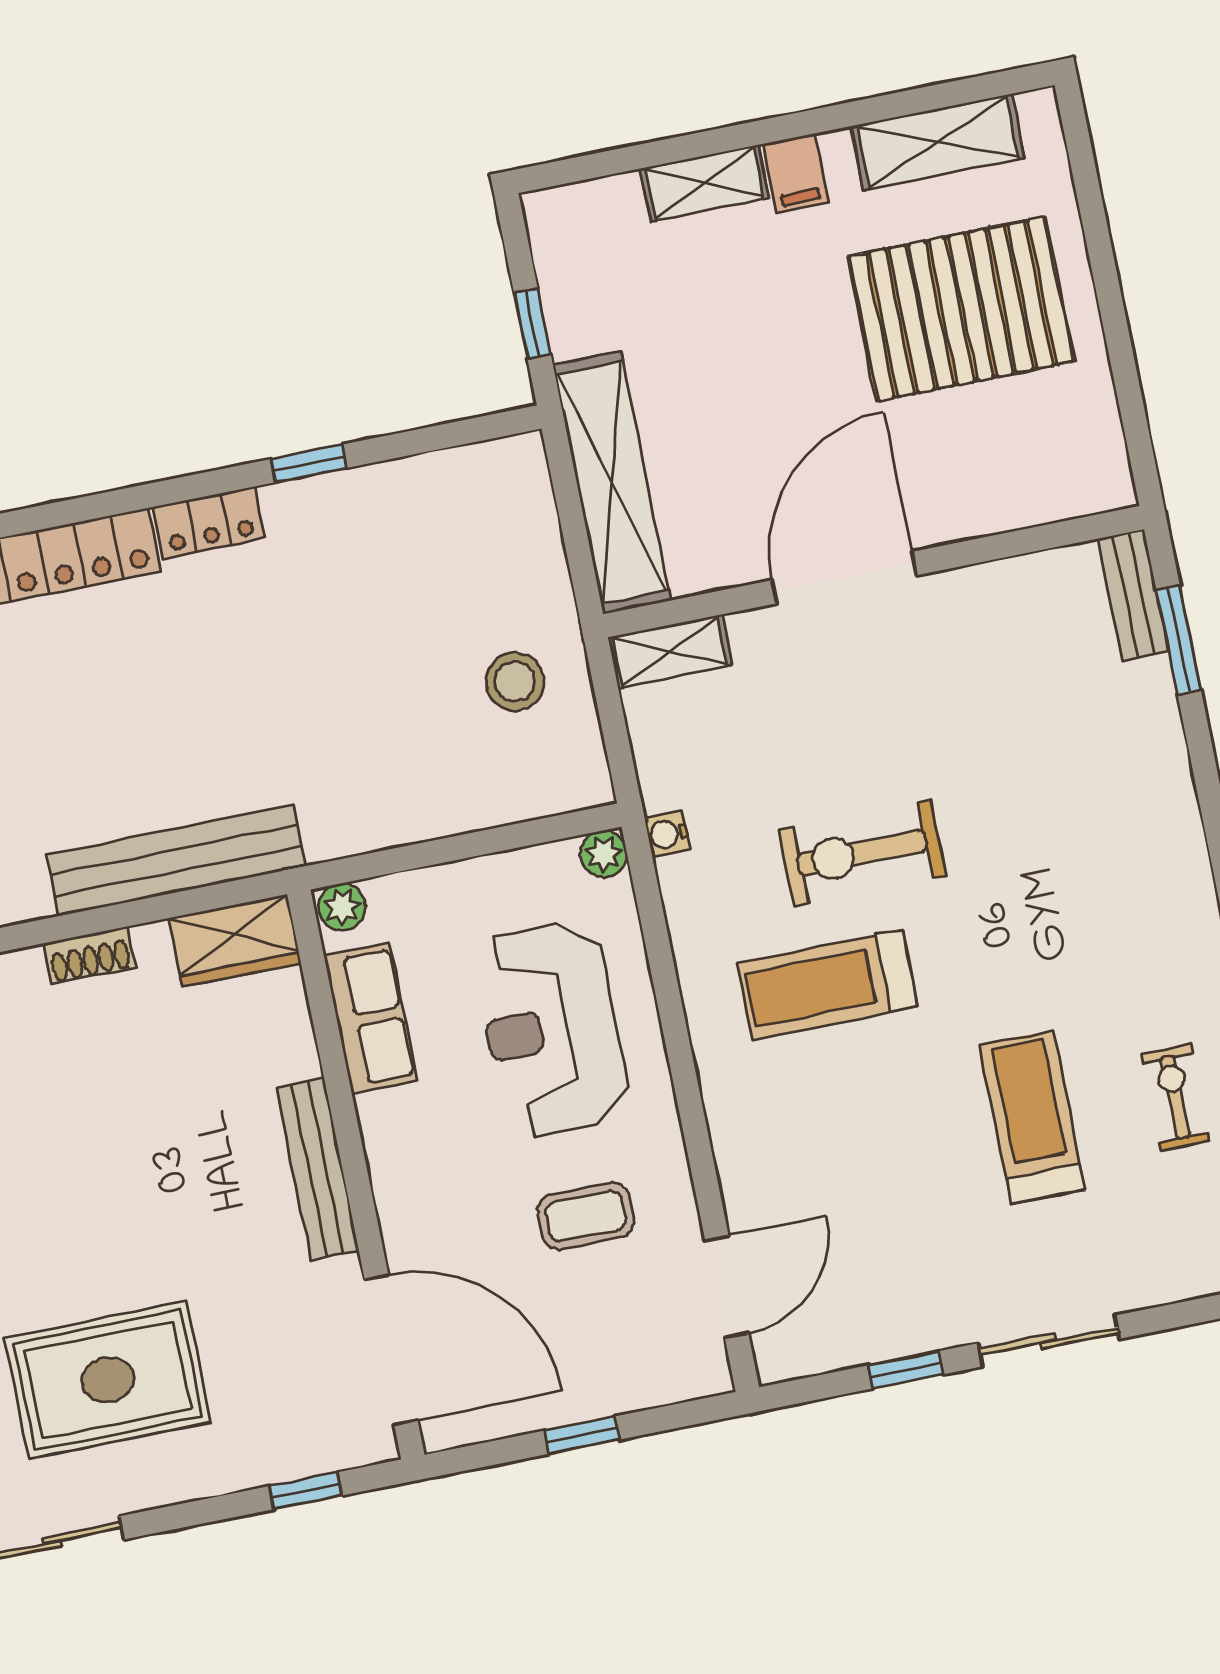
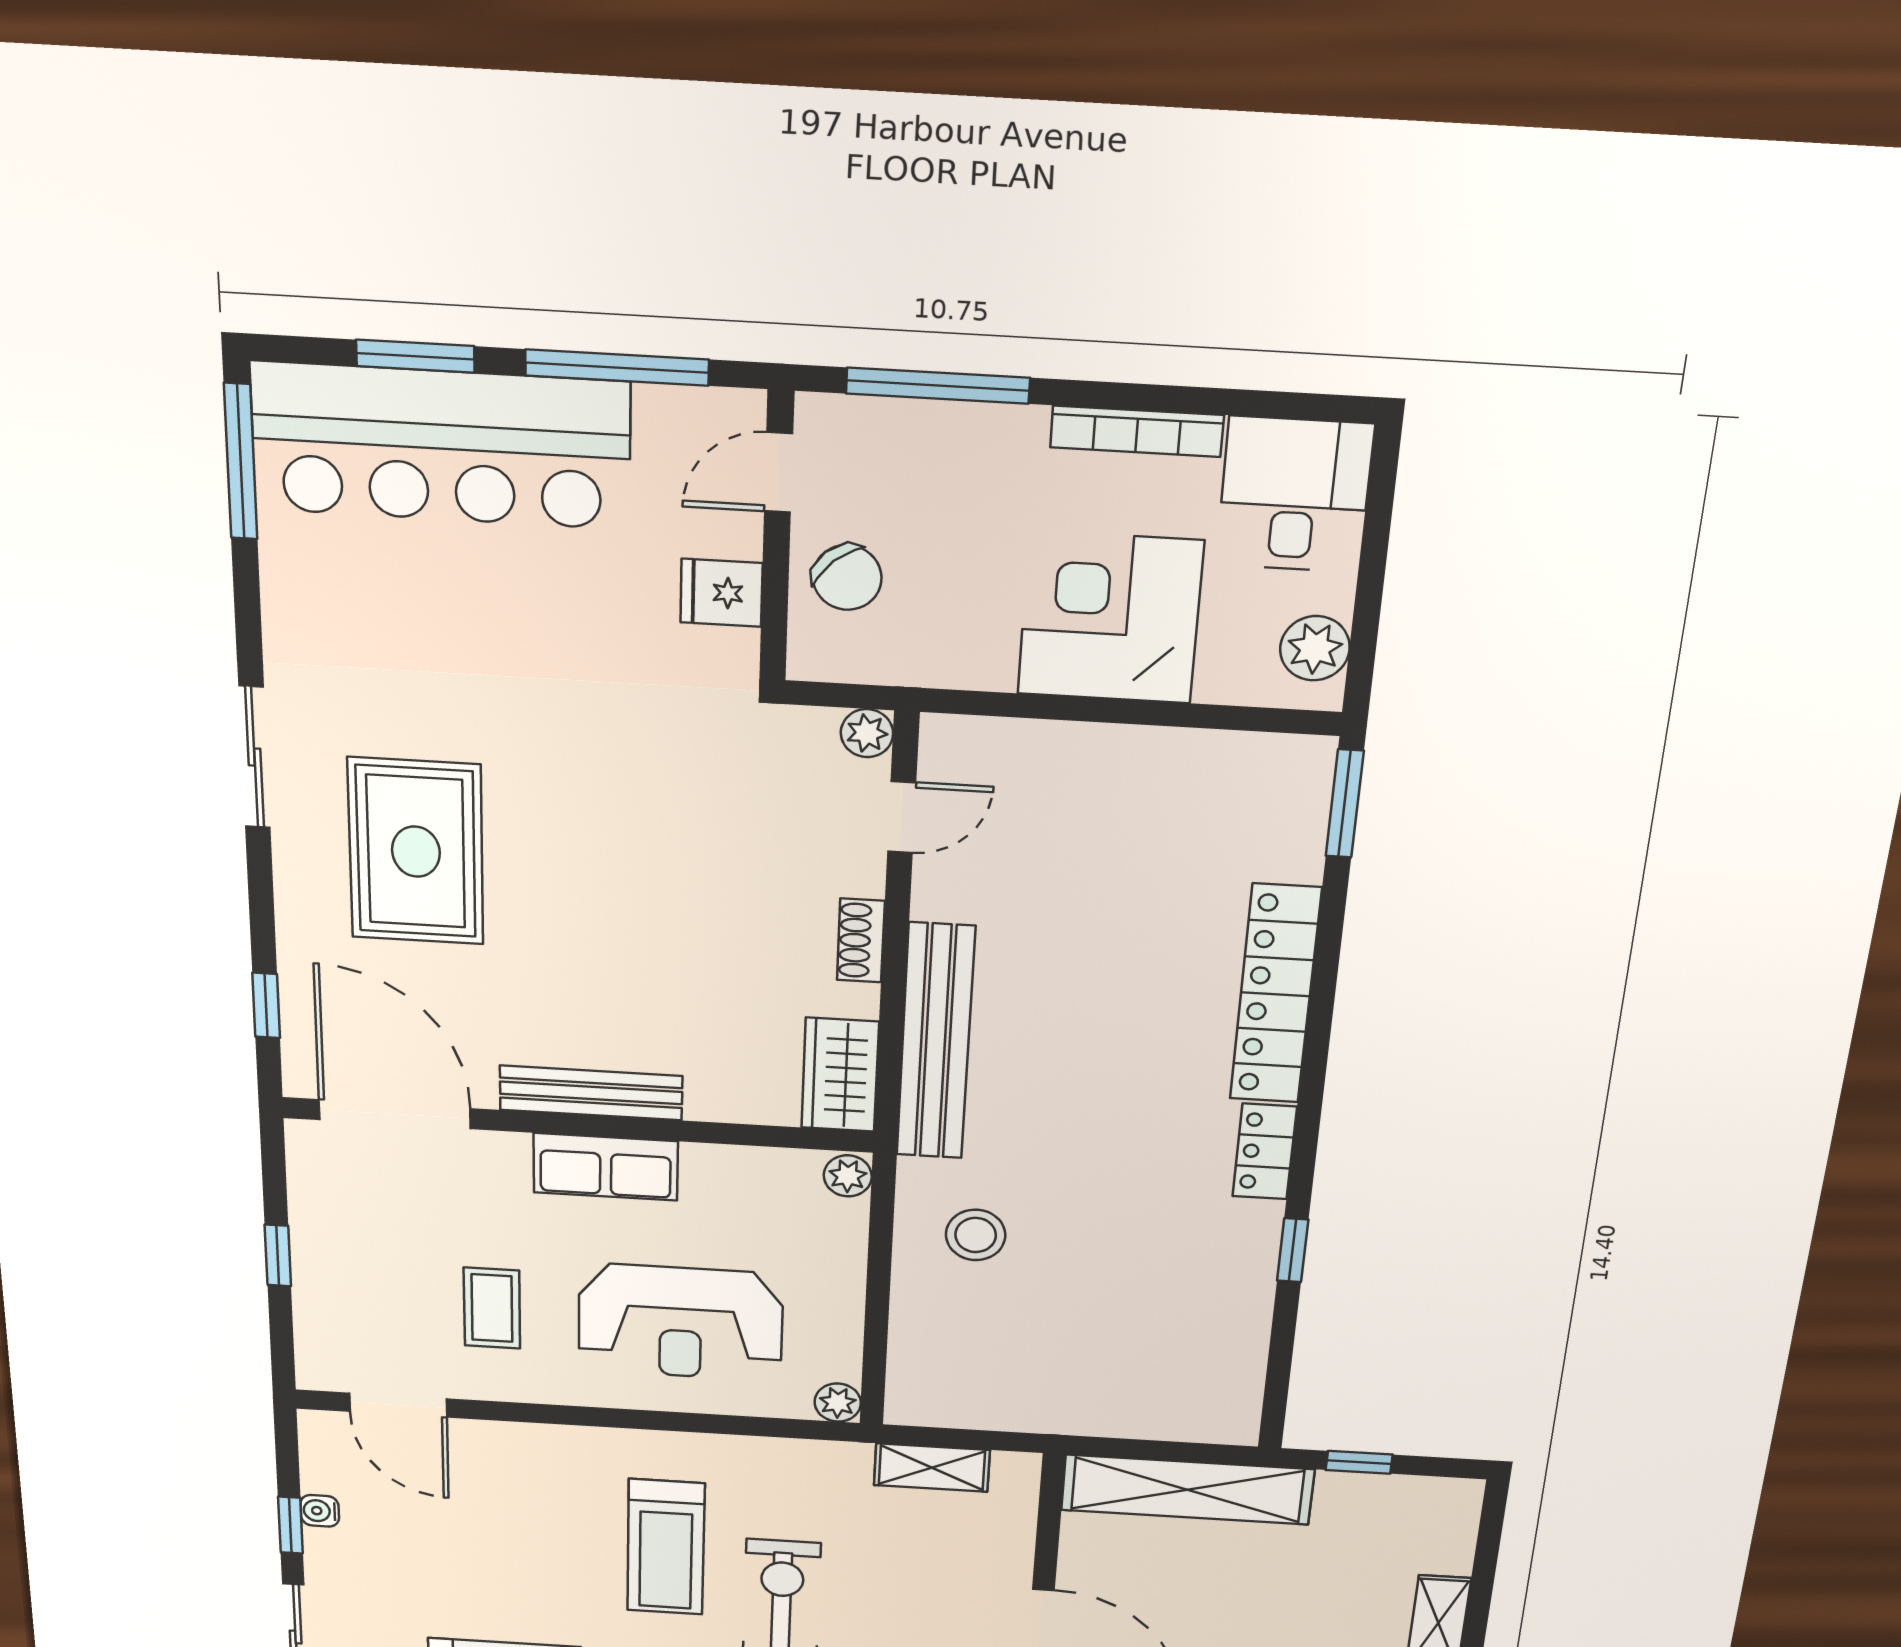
shelving: (670, 651) -> (932, 1468), moved, turned 90
stool: (515, 682) -> (976, 1235), moved
water cooler: (667, 834) -> (320, 1511), moved, turned -90
treadmill: (827, 985) -> (666, 1547), turned 180
row of seats: (371, 1018) -> (606, 1167), moved
reception desk: (552, 1029) -> (681, 1322), turned 180
door: (391, 1350) -> (395, 1114), swing flipped

